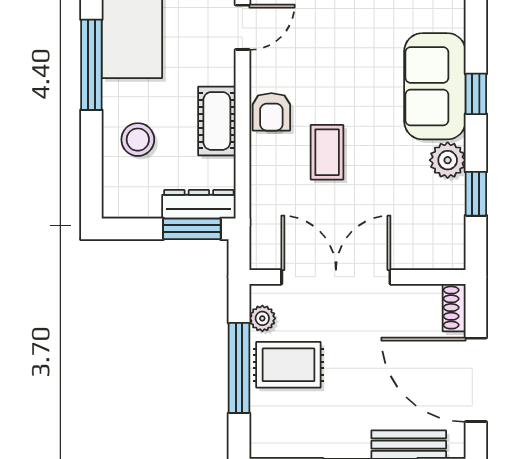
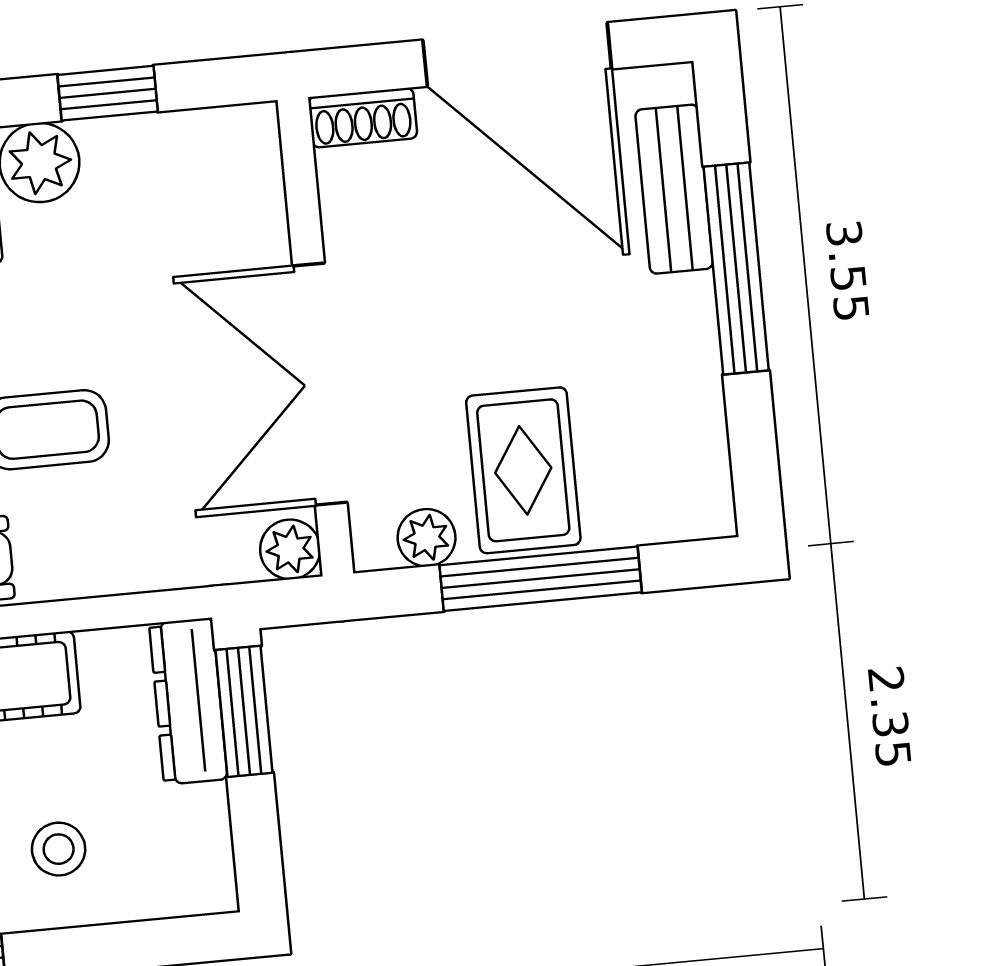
stool: (138, 140) -> (59, 849), width x0.73, depth x0.73
plant: (263, 257) -> (290, 549), added
door: (476, 380) -> (517, 55), hinge flipped

